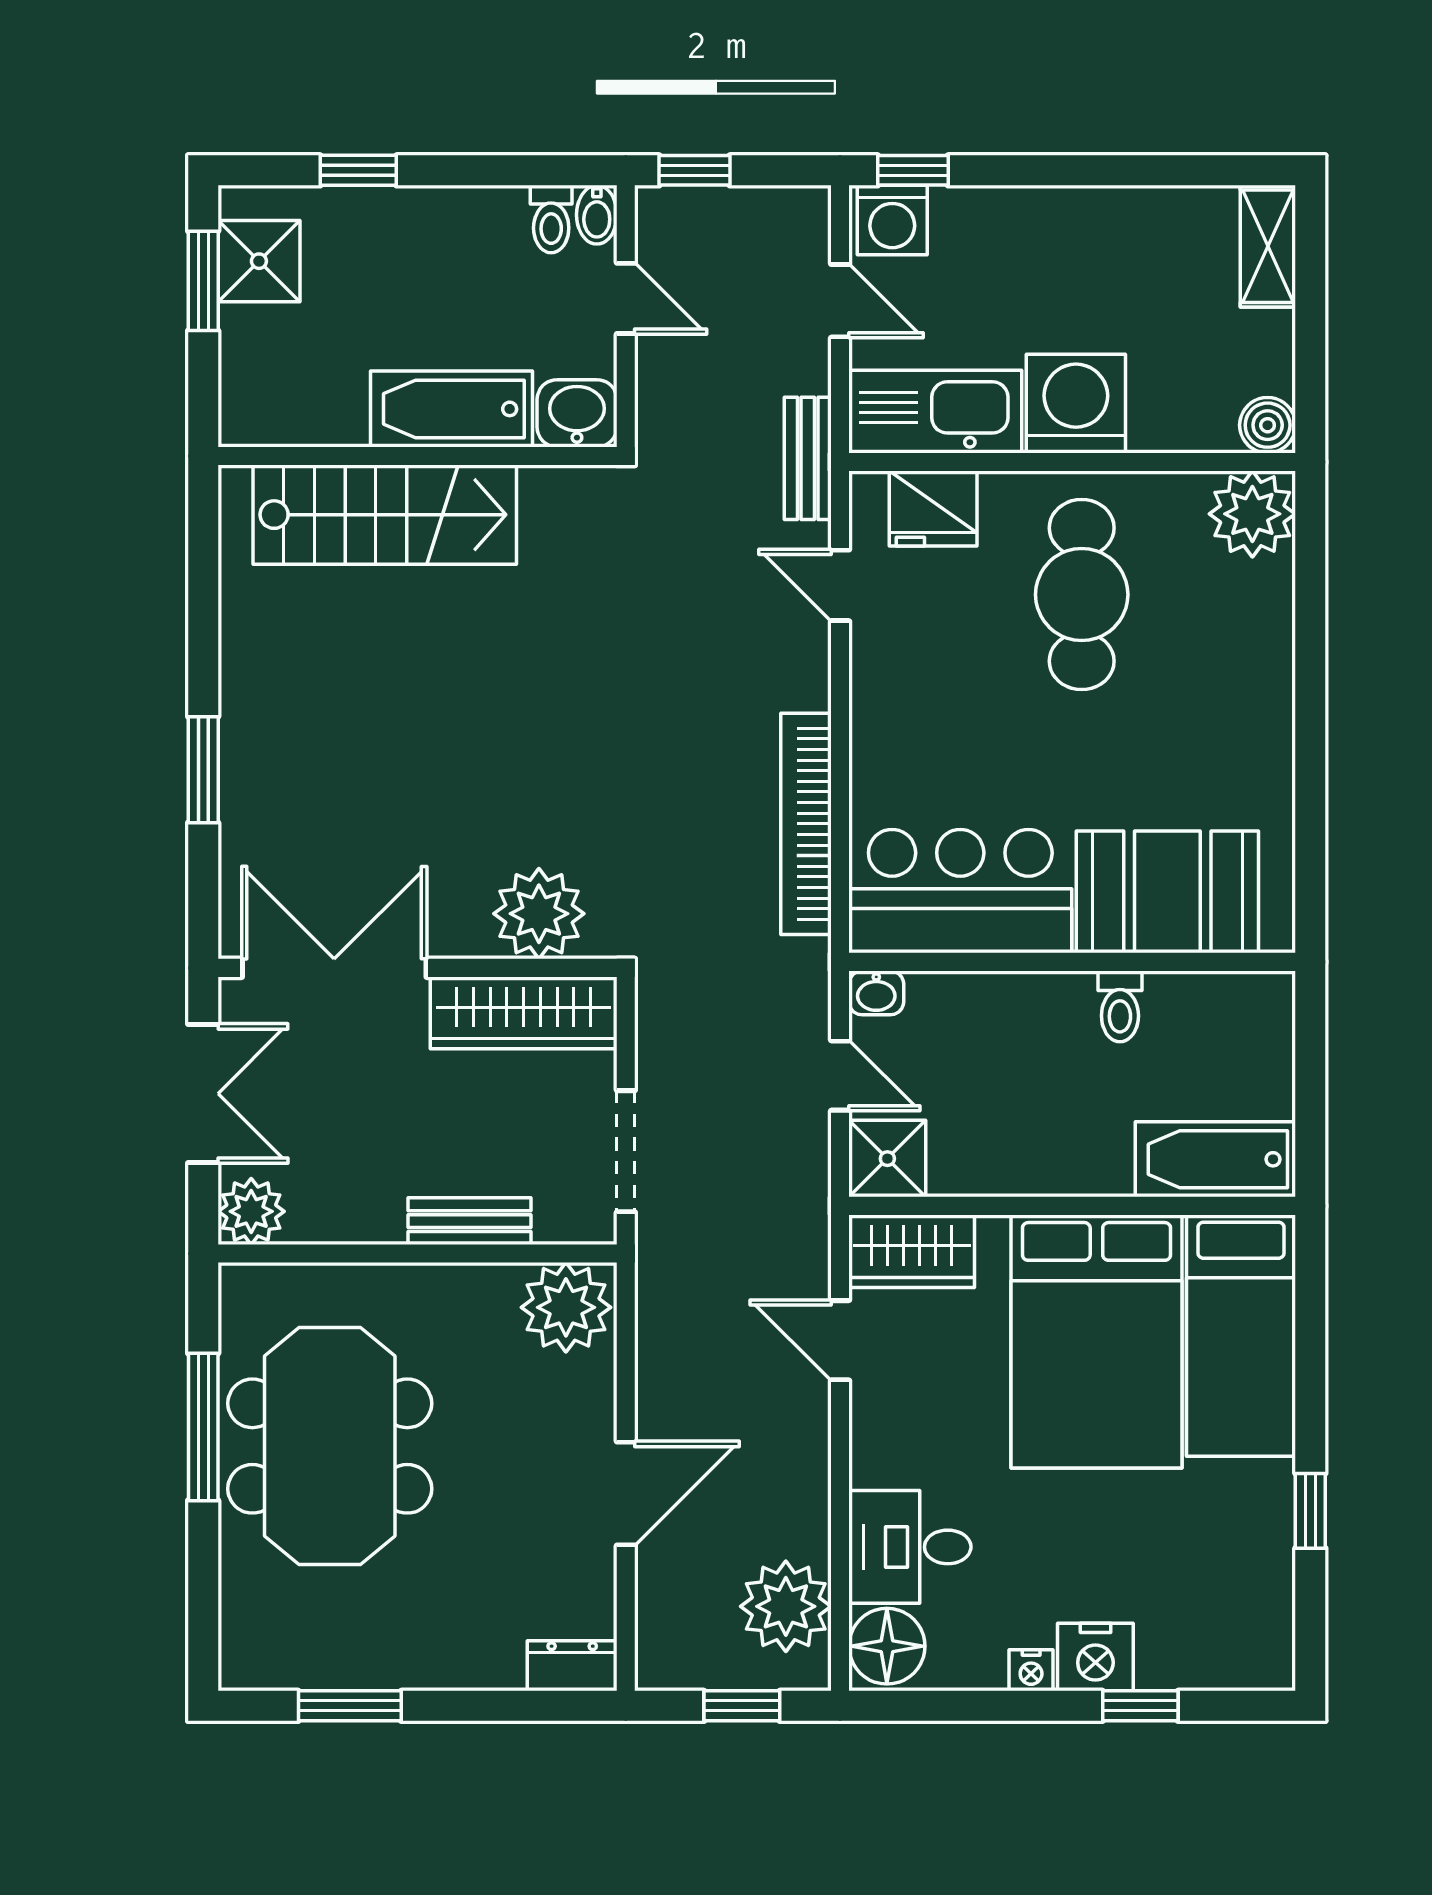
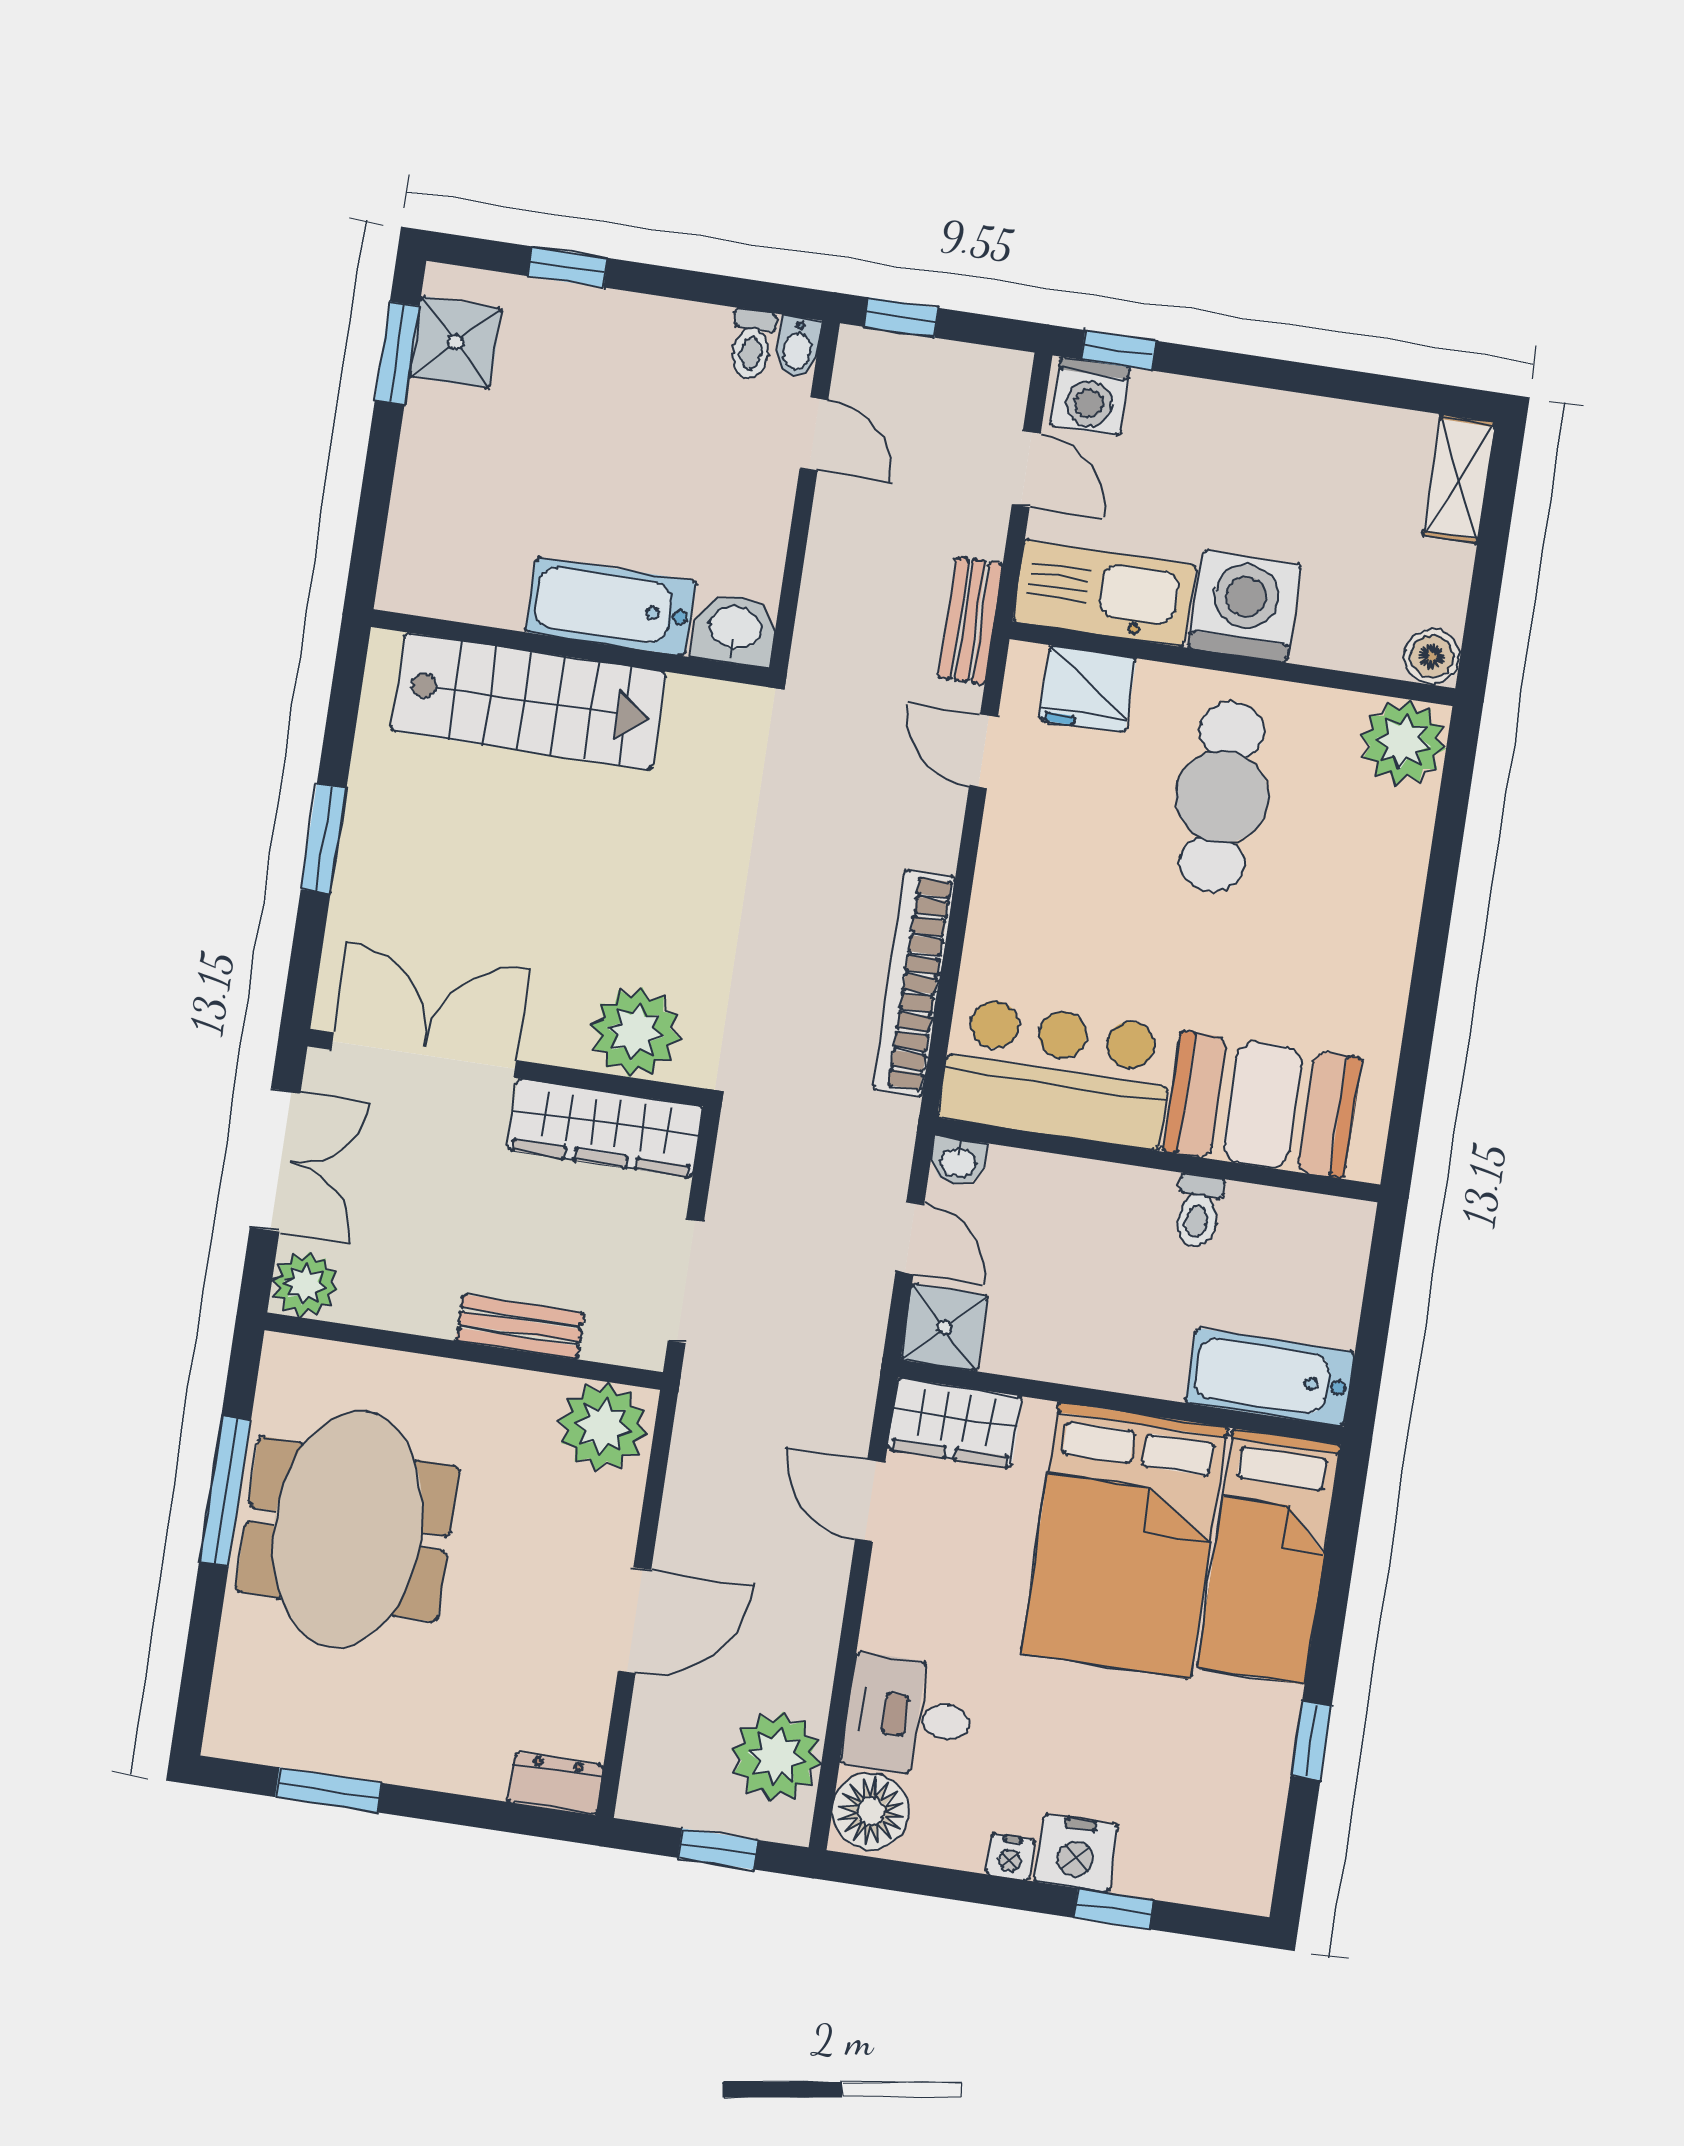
bathtub: (451, 409) -> (611, 606), moved
washbasin: (577, 413) -> (735, 630), moved
wall: (417, 456) -> (570, 648), moved
stairs: (385, 515) -> (529, 701), moved

